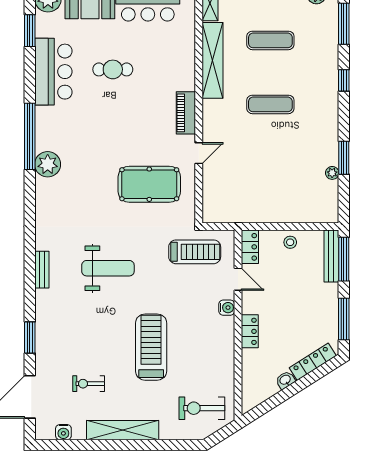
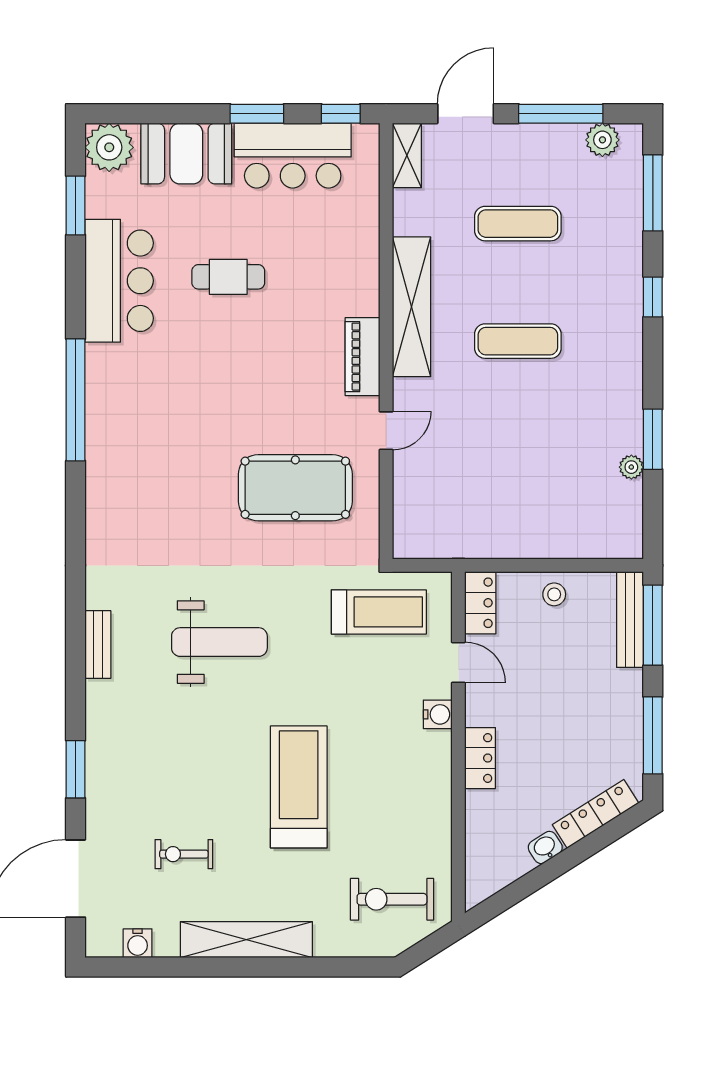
shelving: (212, 60) -> (411, 307), moved
plant: (48, 164) -> (109, 451), removed

